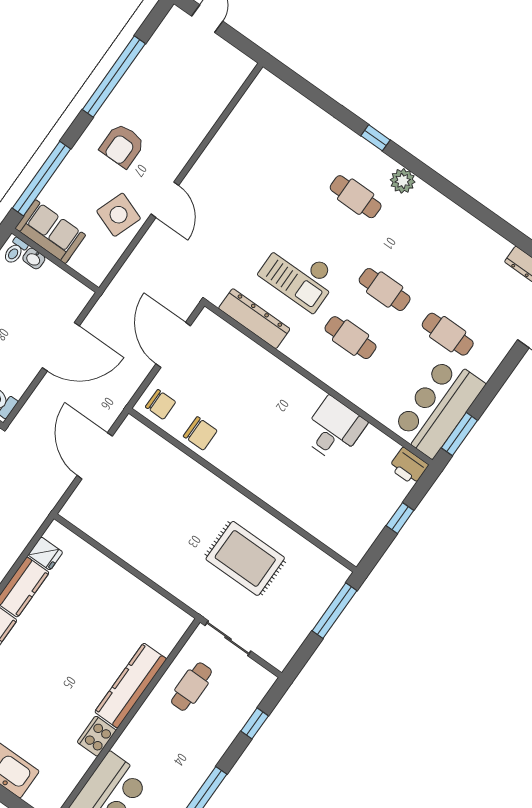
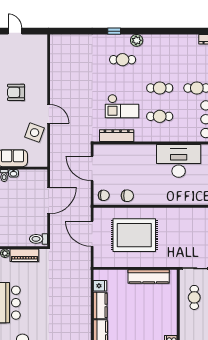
armchair: (122, 146) -> (16, 92), moved, turned 90
desk: (334, 429) -> (179, 161), width x1.87, depth x1.30
rug: (245, 558) -> (134, 235), moved, width x1.37, depth x1.44
kitchen counter: (131, 686) -> (149, 276), moved, turned -90

